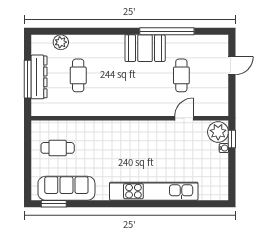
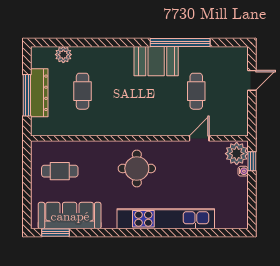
round table: (127, 146) -> (137, 168), added

